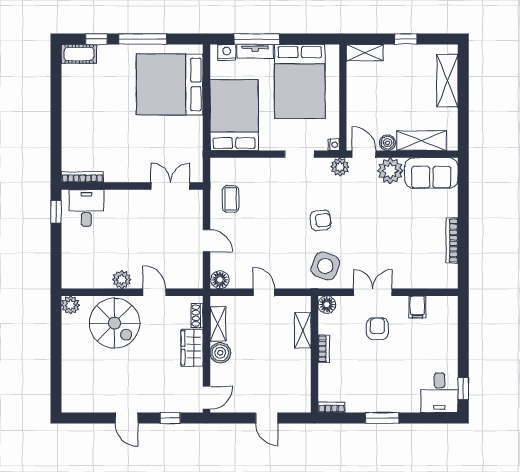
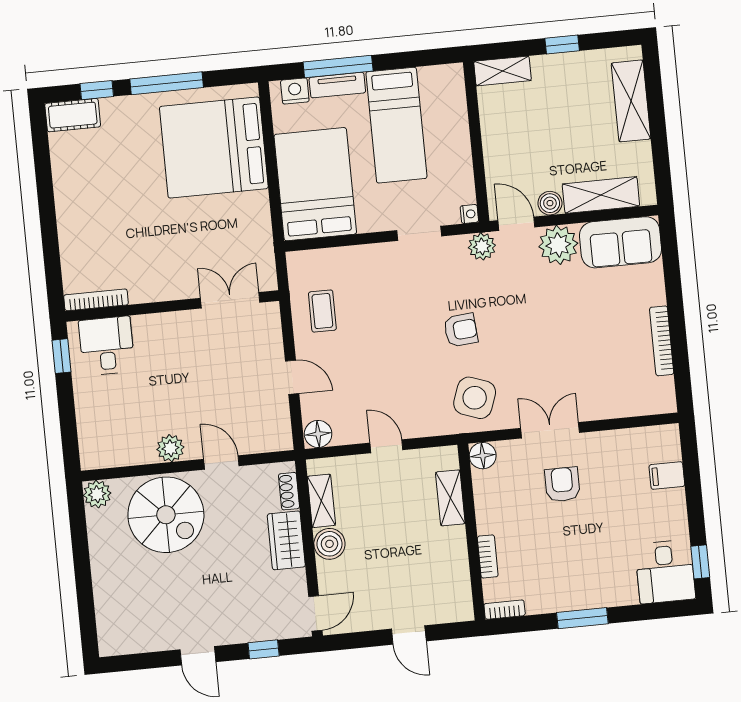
bed: (300, 81) -> (396, 125), width x0.67
filing cabinet: (417, 307) -> (667, 476), moved, turned 90
bookcase: (324, 349) -> (488, 556), moved

